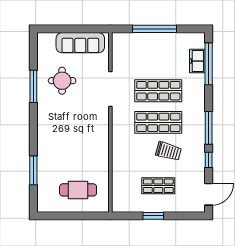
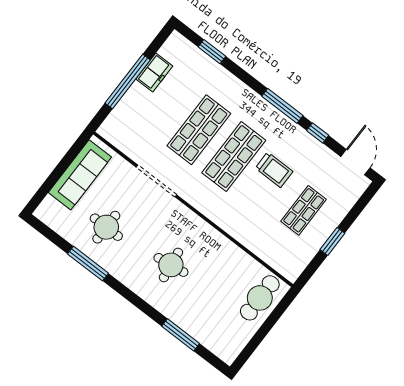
freezer: (197, 61) -> (154, 72), moved, turned -90
window: (209, 64) -> (212, 52), width x0.47
round table: (69, 134) -> (171, 265), added
trolley: (168, 151) -> (274, 170), turned 74
cafe table: (78, 190) -> (260, 298), moved

